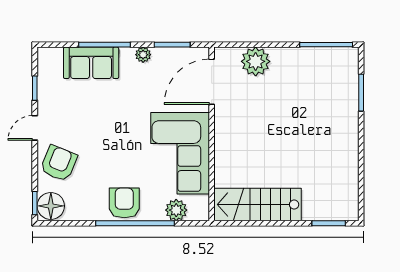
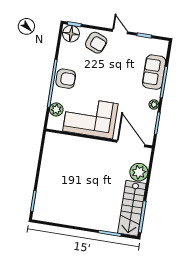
stairs: (257, 205) -> (132, 208), moved, turned 180

